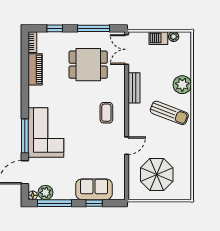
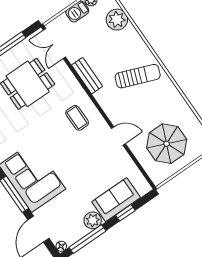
plant: (182, 85) -> (117, 20), moved
door: (127, 146) -> (118, 136), hinge flipped
plant: (46, 193) -> (93, 220), moved

